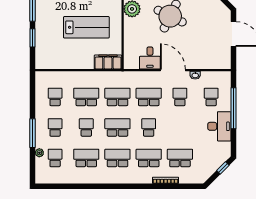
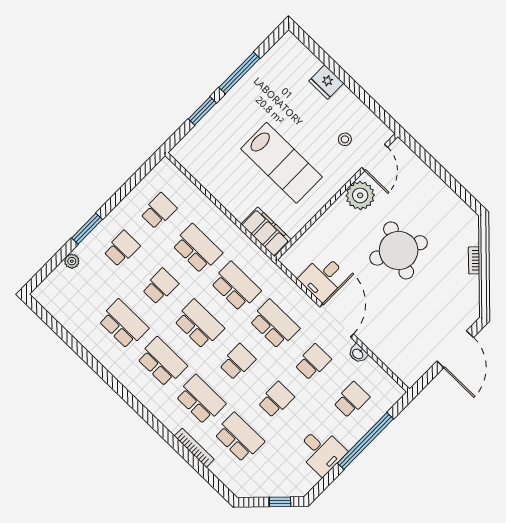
desk: (219, 126) -> (321, 451), width x0.73
window: (33, 133) -> (87, 229), width x0.69
school desk: (55, 158) -> (276, 400), moved

